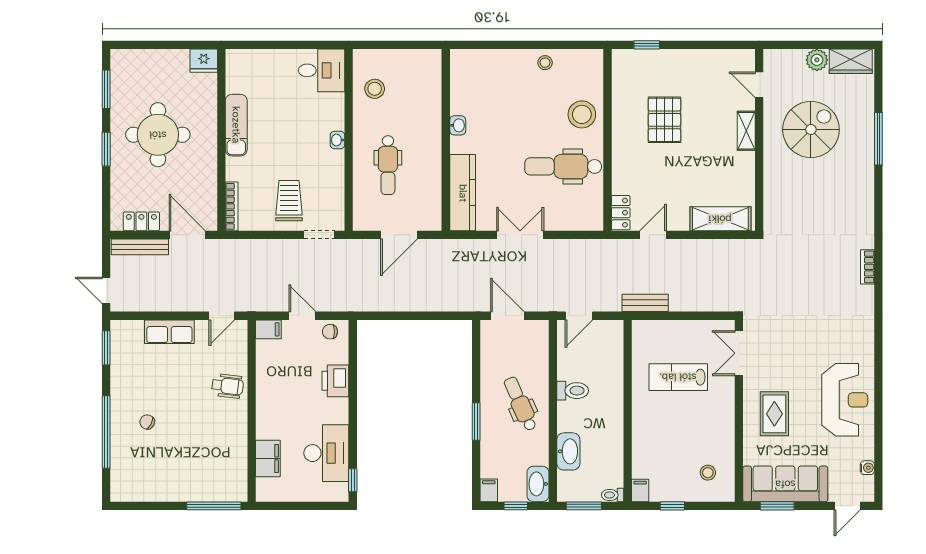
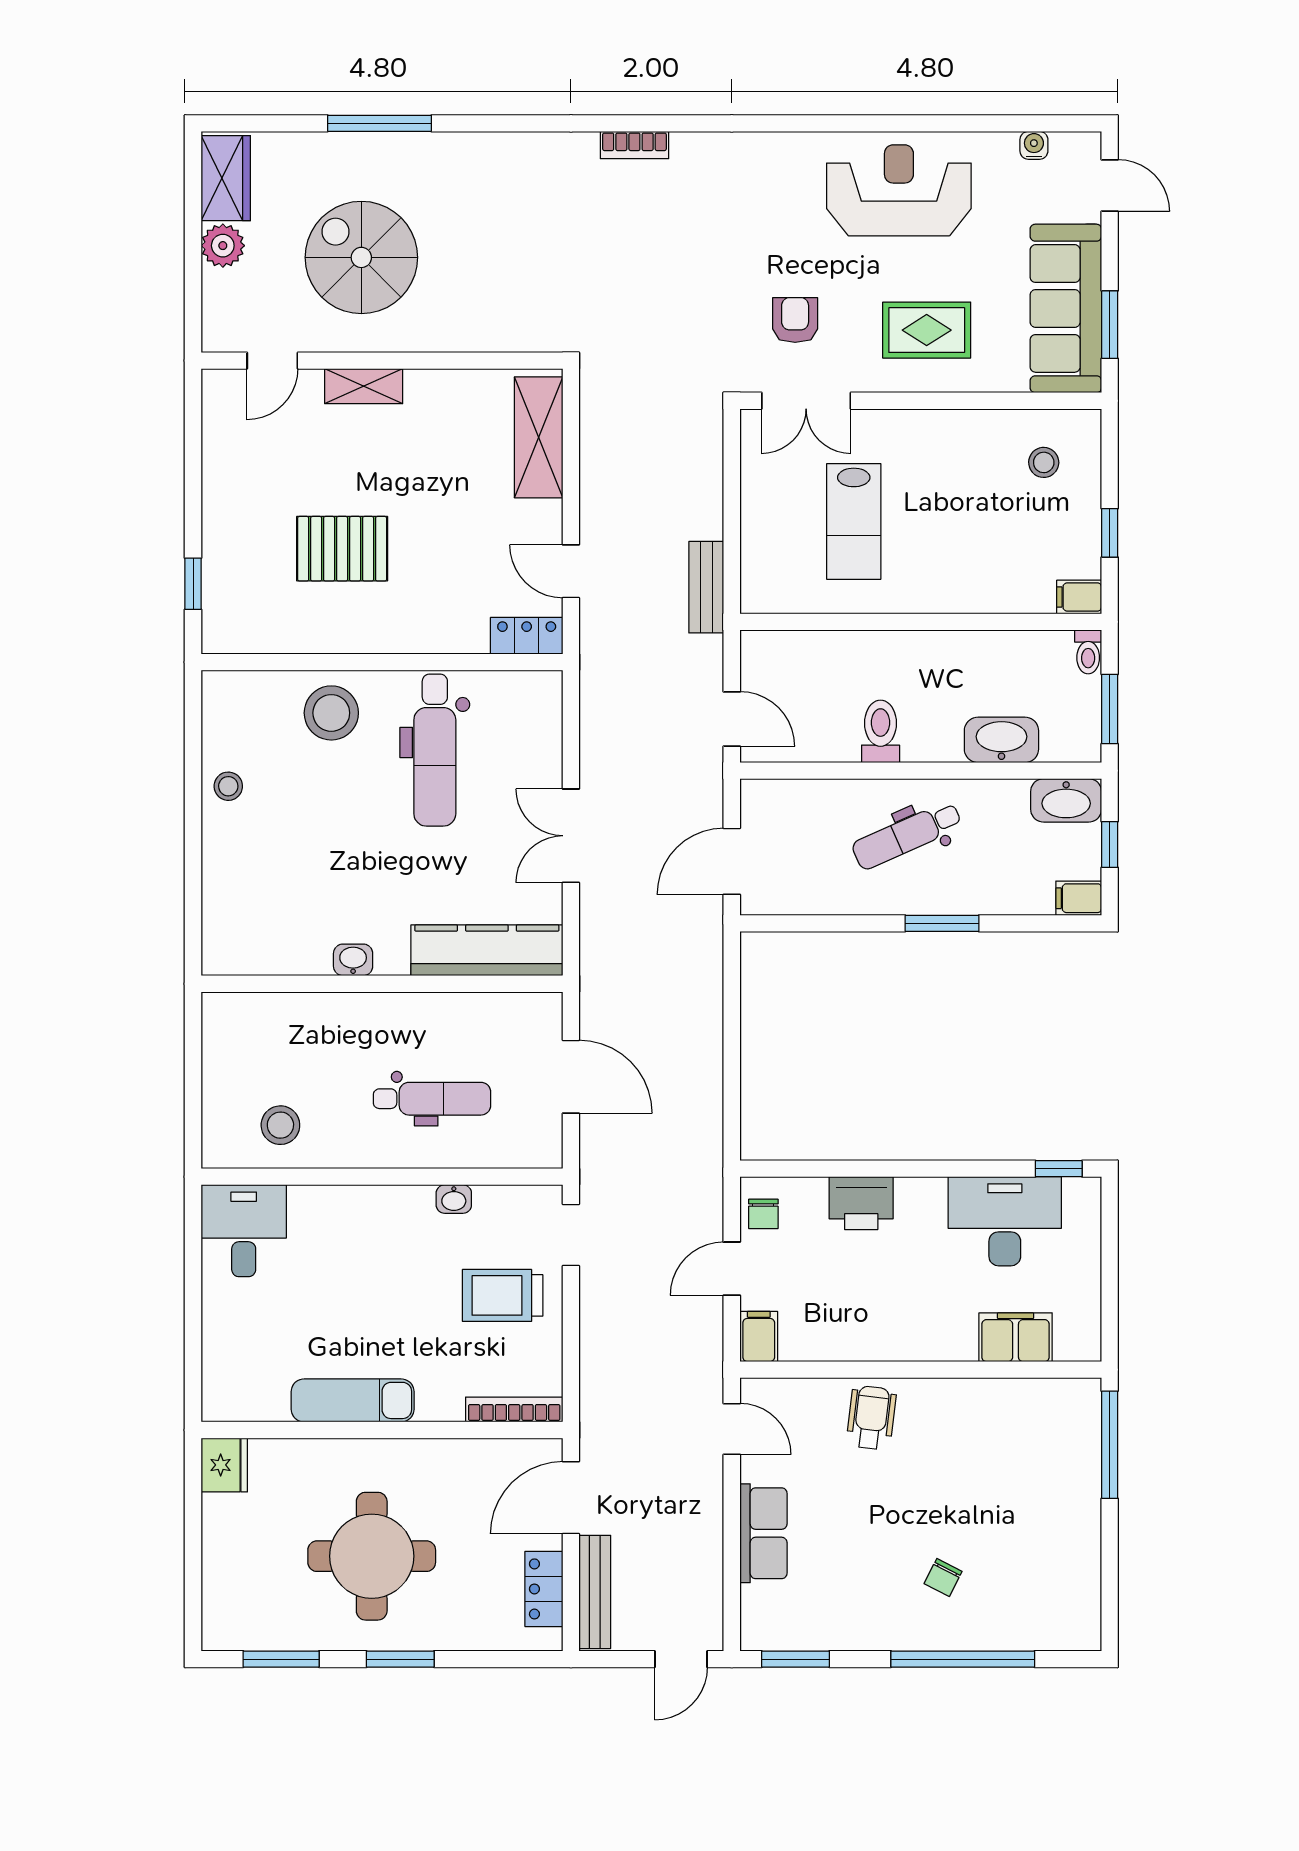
washbasin: (337, 140) -> (454, 1199), moved
armchair: (779, 348) -> (795, 320), added

